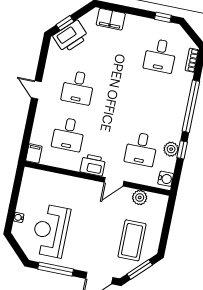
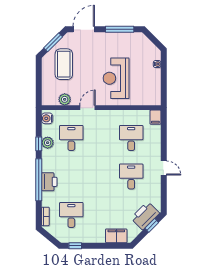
printer: (93, 165) -> (49, 182), moved, turned -90
reception desk: (51, 231) -> (116, 78), moved, turned 180

